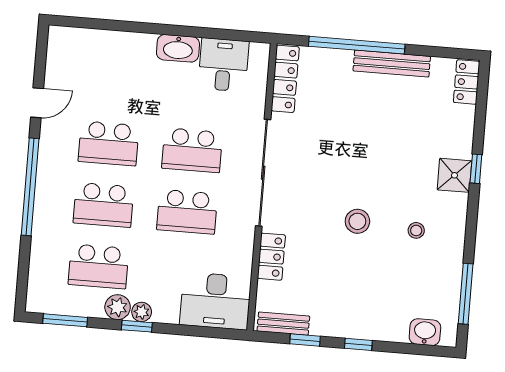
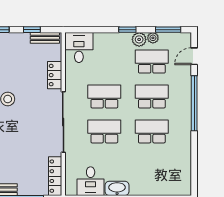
door: (37, 103) -> (194, 56), moved
desk: (215, 301) -> (79, 47), width x0.73
plant: (142, 312) -> (153, 38), moved

